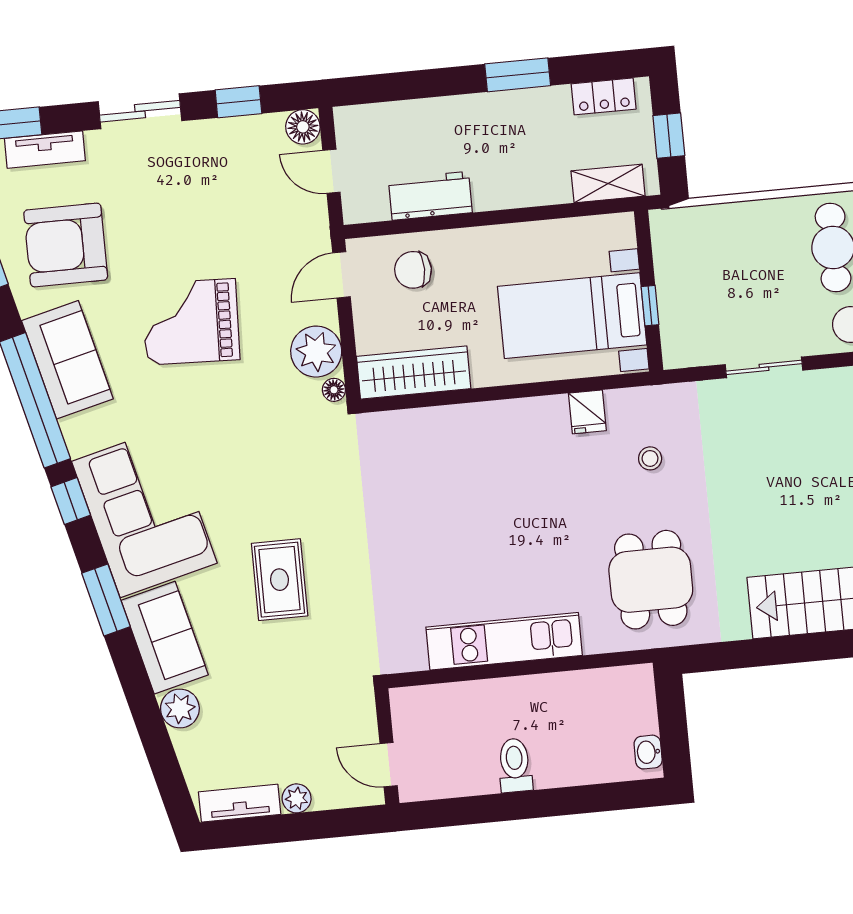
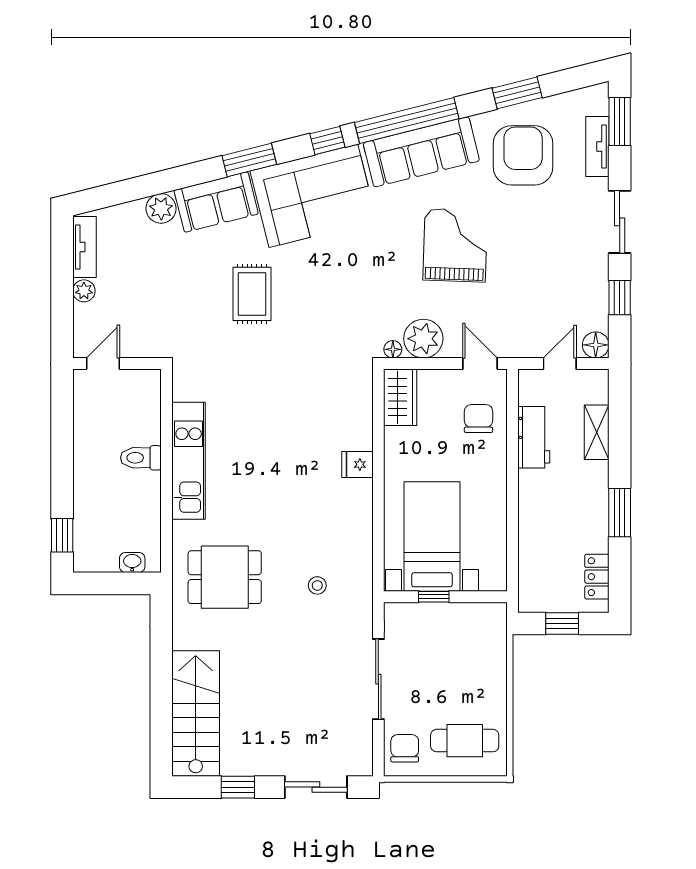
shelving: (608, 184) -> (597, 432), moved
sofa: (67, 360) -> (421, 152), width x1.36
sliding door: (764, 367) -> (378, 679), width x1.37
wardrobe: (414, 373) -> (400, 397), width x0.67
fridge: (587, 412) -> (357, 464), moved
rug: (280, 580) -> (252, 294), turned 90
washbasin: (648, 752) -> (132, 562), moved
toilet: (515, 765) -> (141, 458), moved, turned 180
window: (617, 796) -> (62, 535), added

